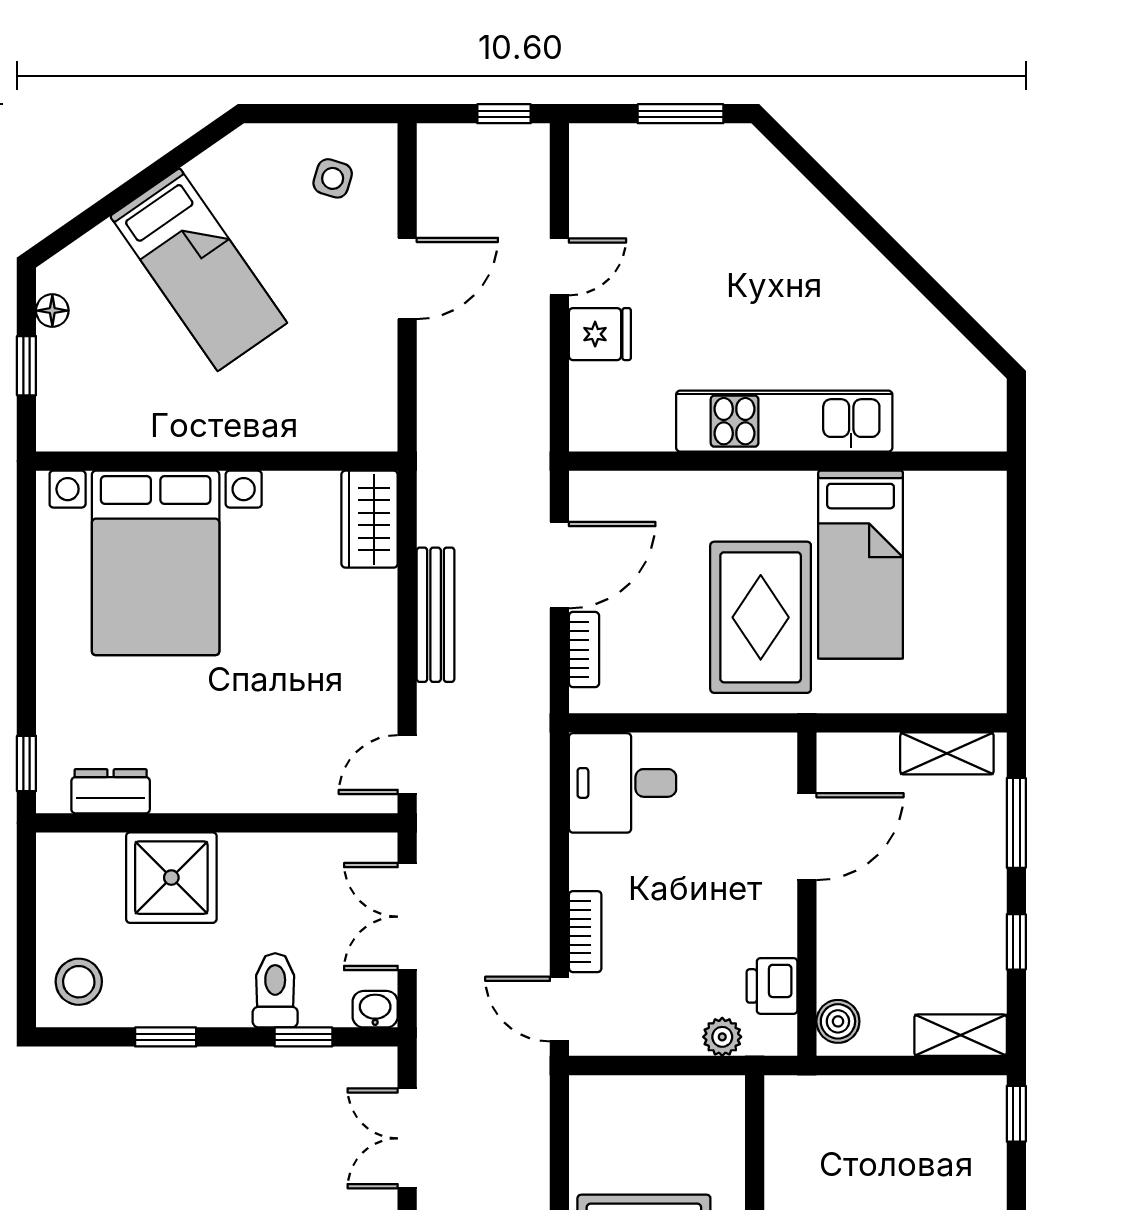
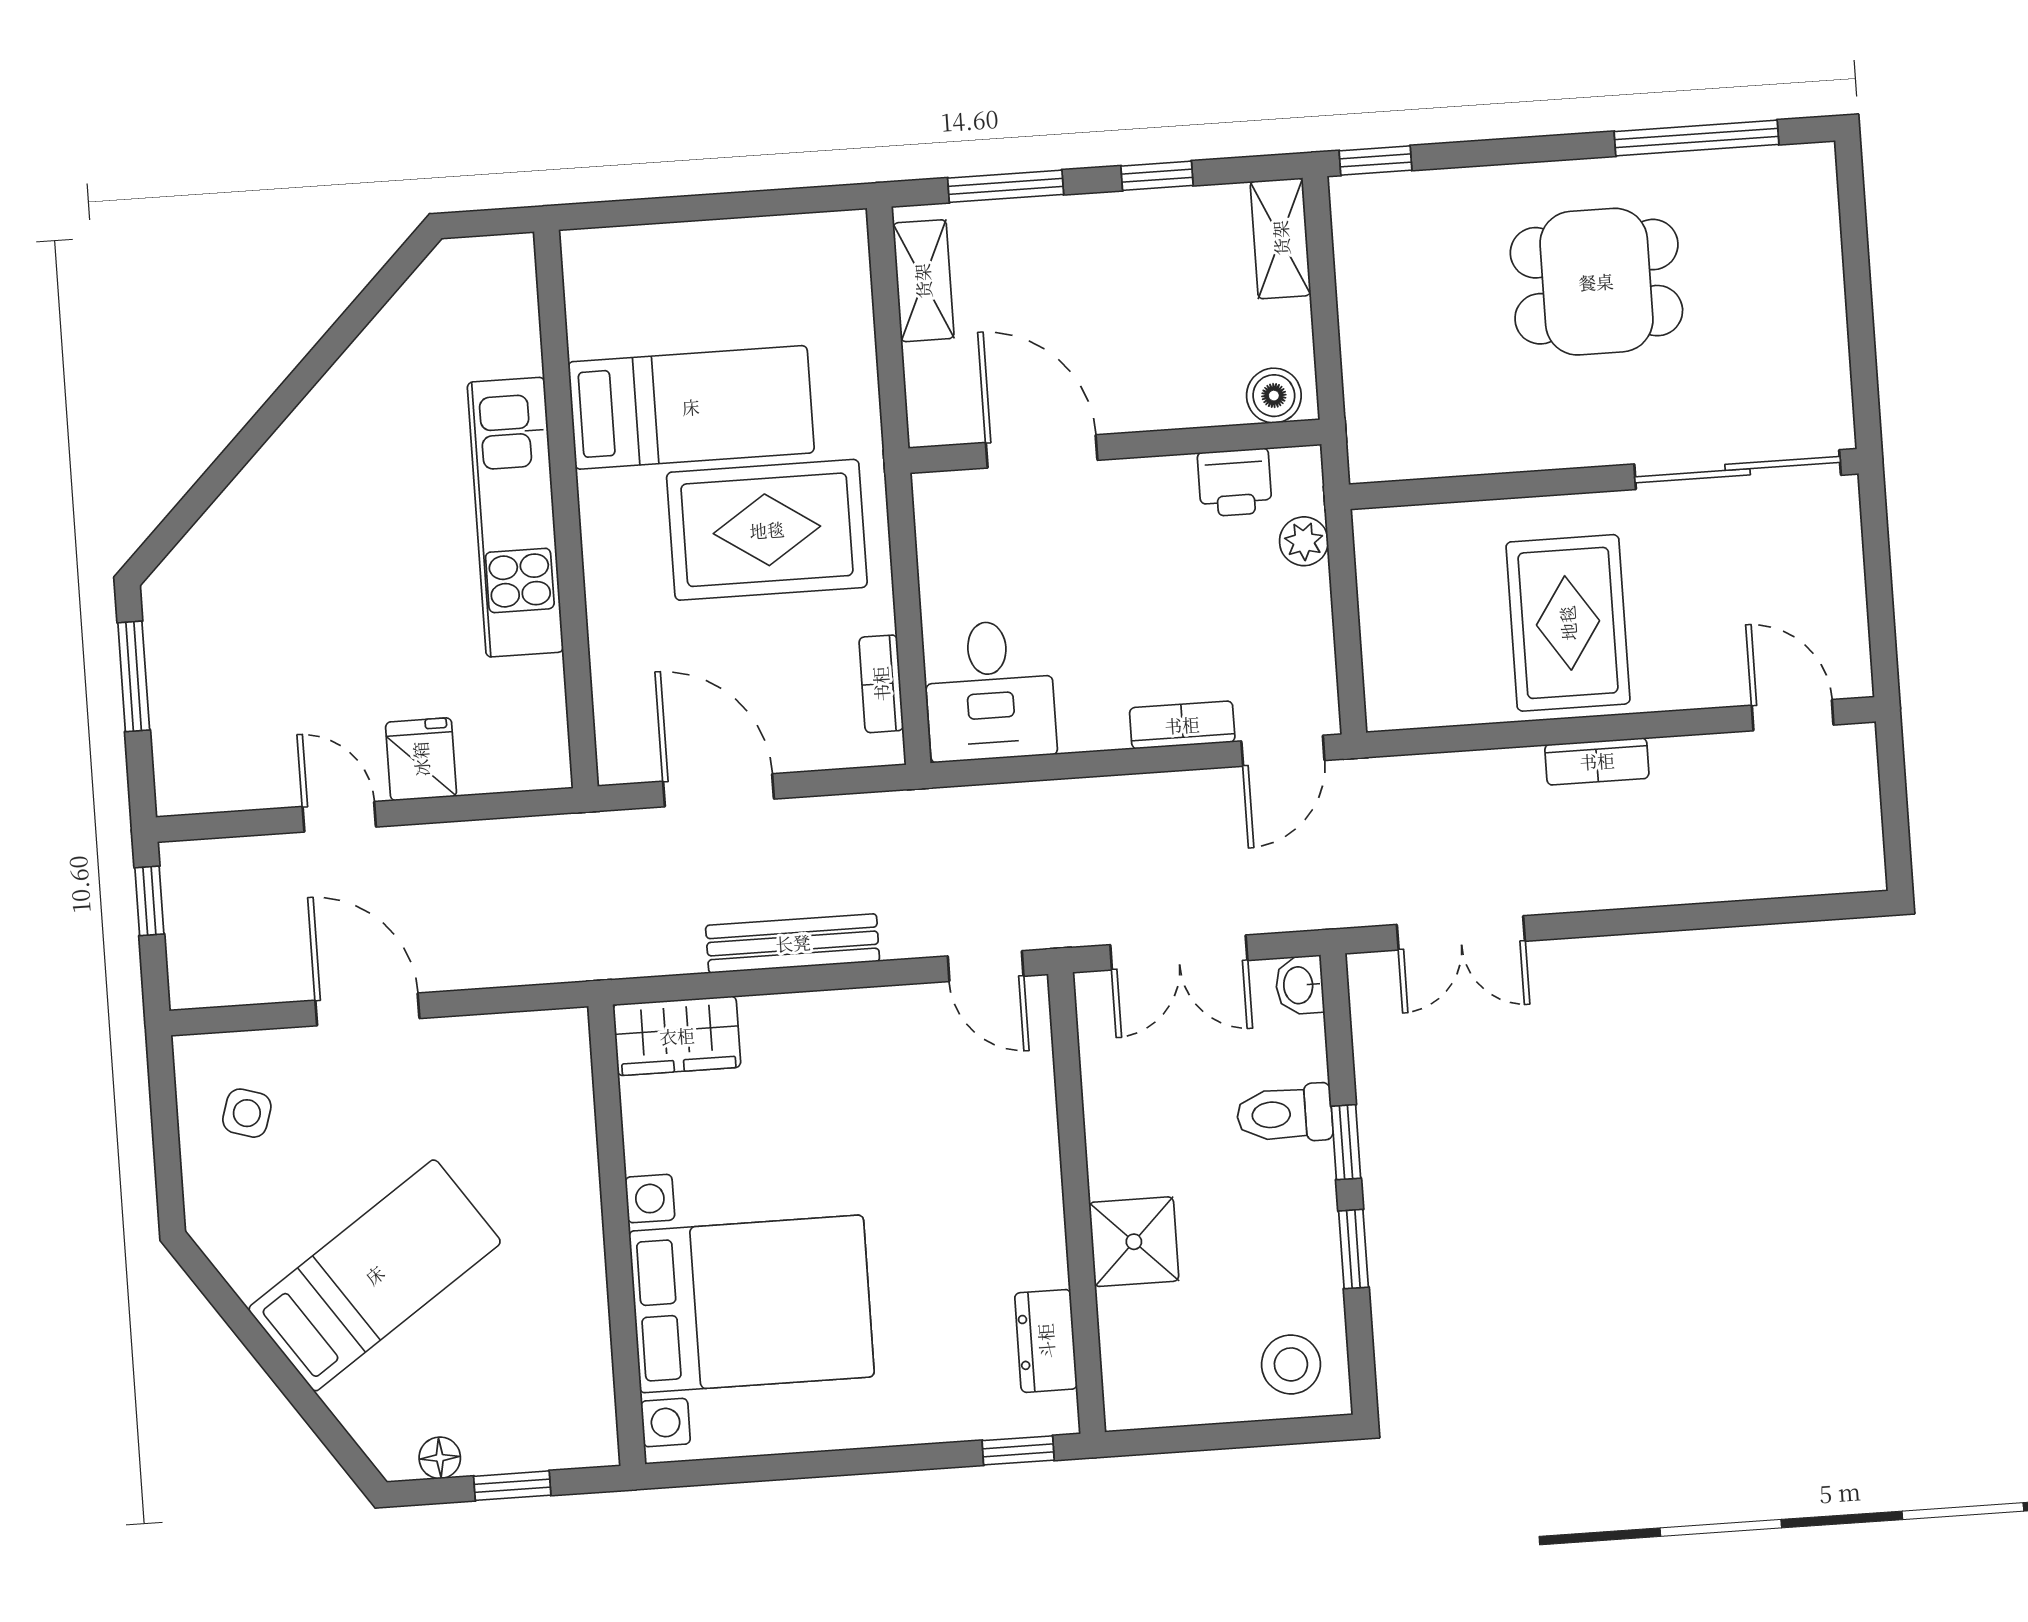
bookcase: (584, 650) -> (881, 684), moved, turned -90
shower: (171, 878) -> (1134, 1242), width x0.73, depth x0.73
window: (303, 1037) -> (1346, 1142), moved

